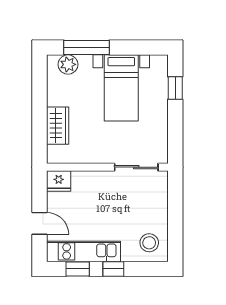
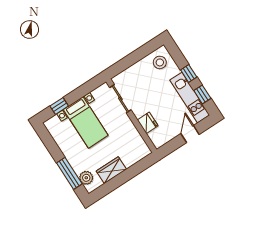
bed with nightstands: (121, 88) -> (86, 122), moved, turned 90
wardrobe: (58, 126) -> (111, 170), moved
fridge: (59, 181) -> (148, 123), moved

